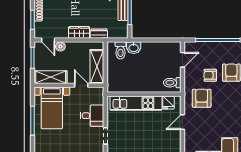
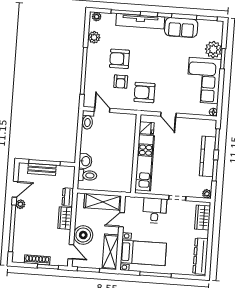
door: (48, 40) -> (71, 252), hinge flipped
boiler: (60, 46) -> (83, 235), width x1.86, depth x1.86
toilet: (172, 83) -> (88, 120), moved

